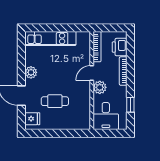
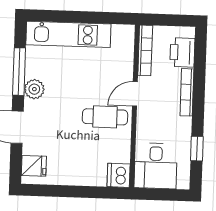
window: (21, 62) -> (19, 72), added
plant: (100, 87) -> (147, 118), removed
cafe table: (55, 101) -> (105, 117), moved
dishwasher: (84, 123) -> (119, 175), added

